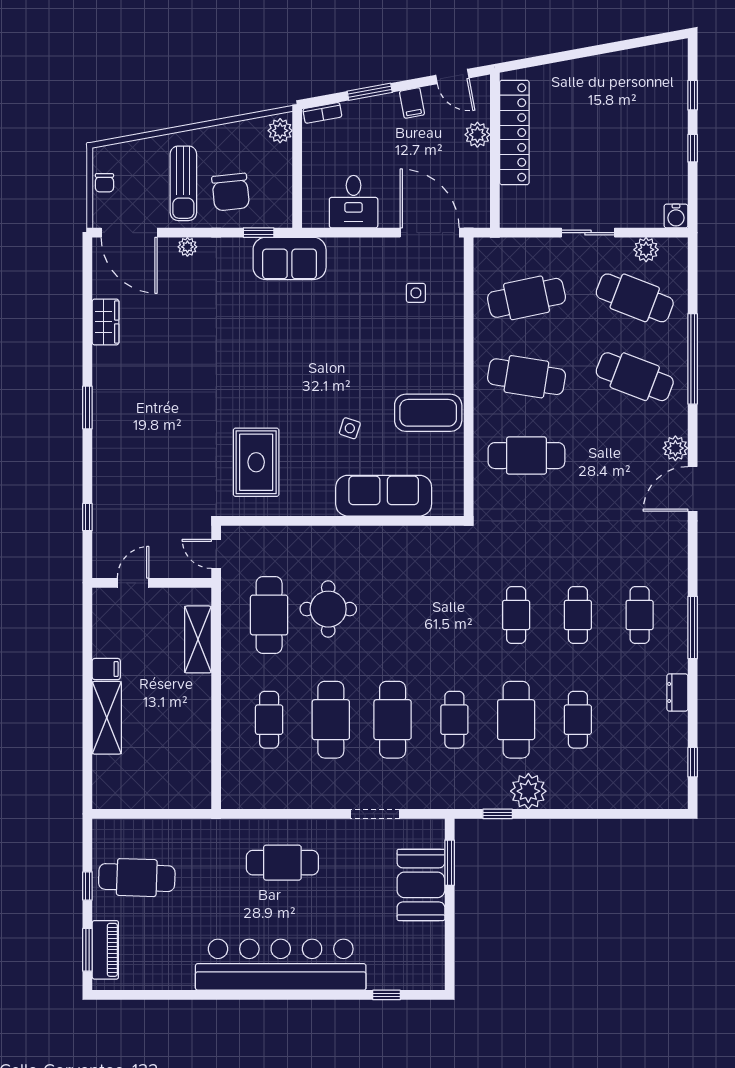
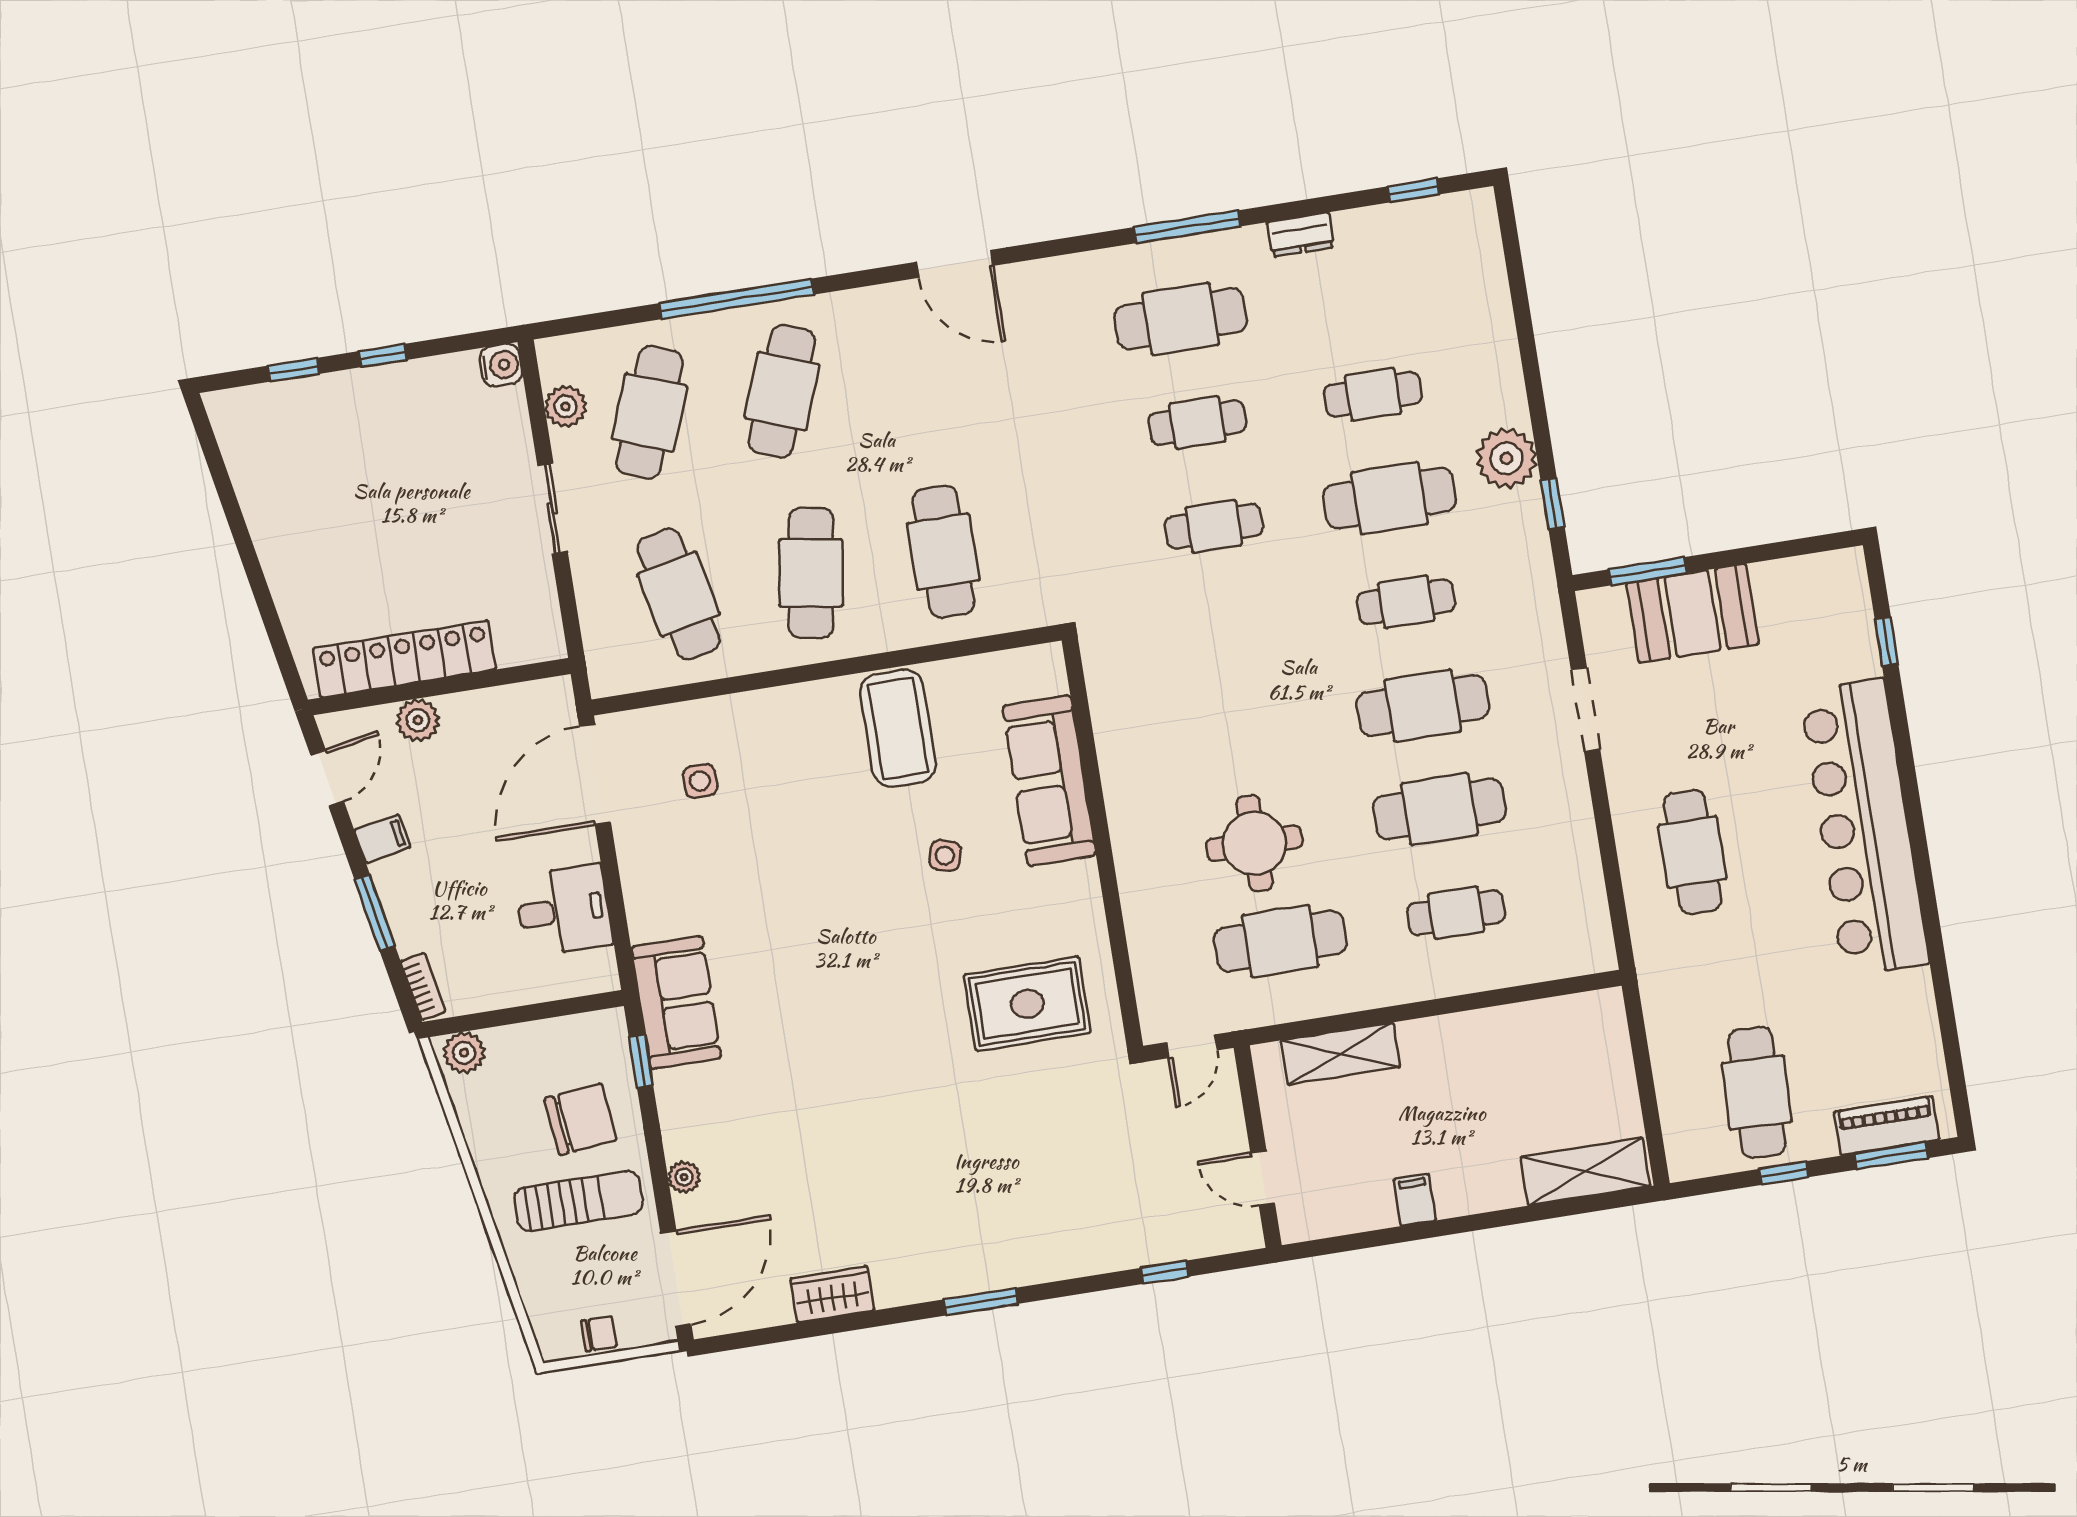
plant: (675, 448) -> (891, 304), removed
cafe table: (640, 615) -> (1181, 319), width x1.37, depth x1.35
shelving: (107, 718) -> (1585, 1172), moved

